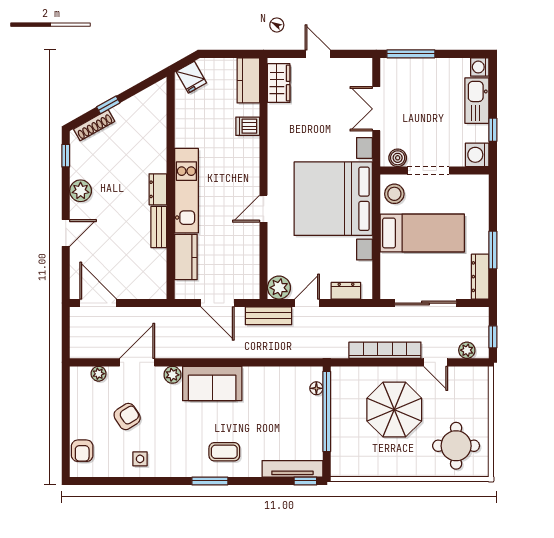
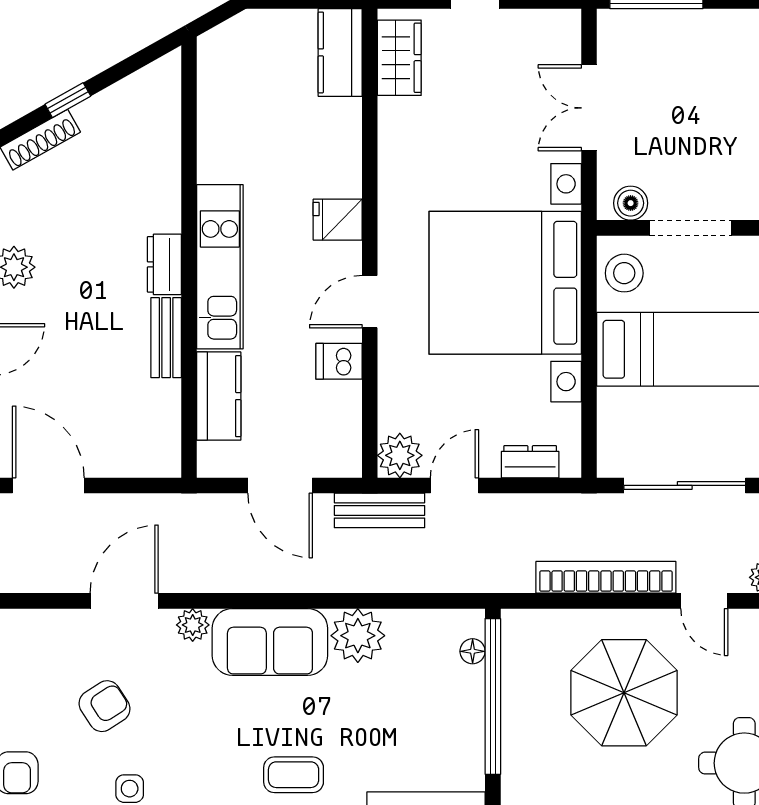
fridge: (191, 77) -> (338, 220), moved, turned 119
dishwasher: (248, 126) -> (339, 361), moved
plant: (99, 374) -> (358, 636), moved, width x1.88, depth x1.88

